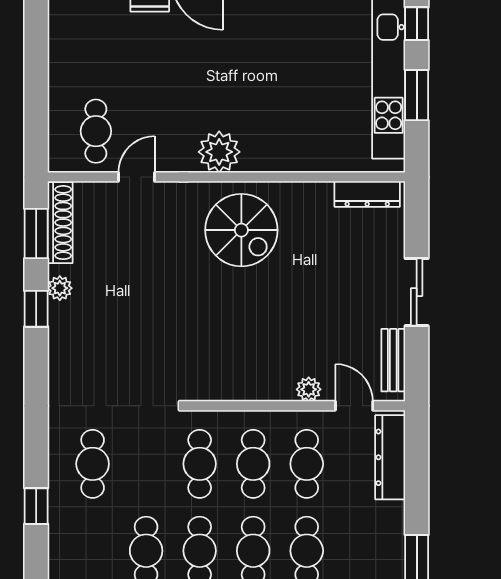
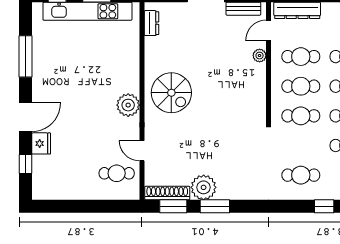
dresser: (367, 194) -> (151, 23), width x0.70
spiral stairs: (241, 230) -> (171, 93), turned 90
plant: (60, 288) -> (204, 187), width x1.87, depth x1.87
window: (36, 309) -> (215, 206), width x1.50

